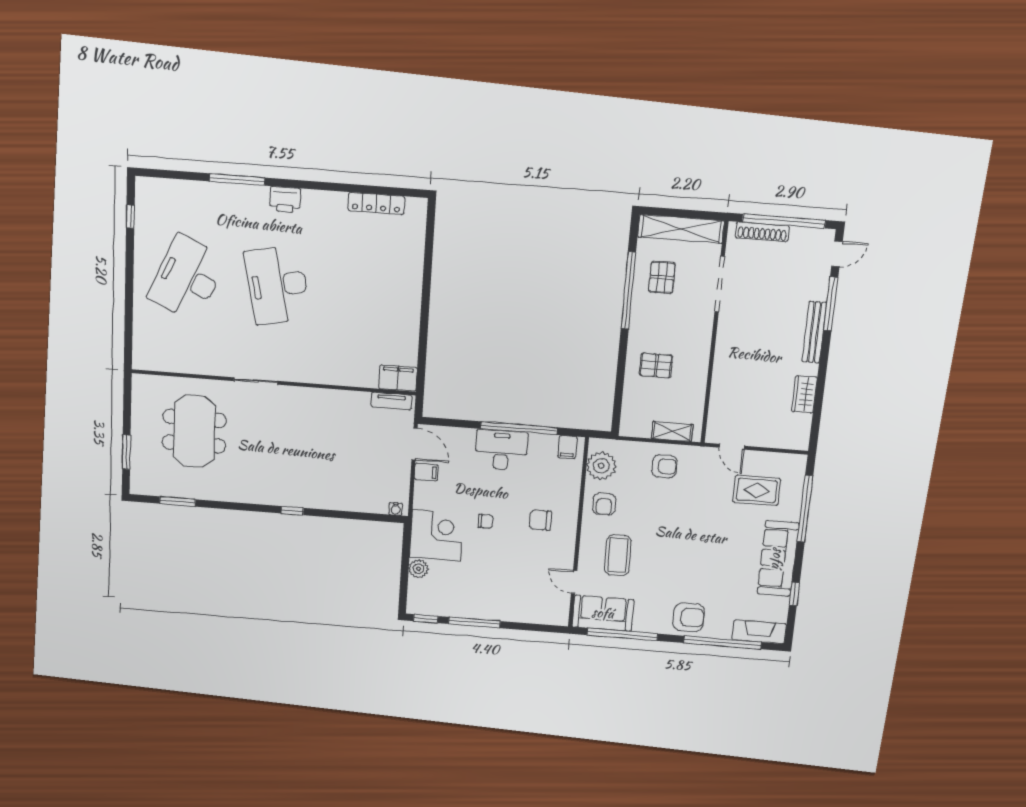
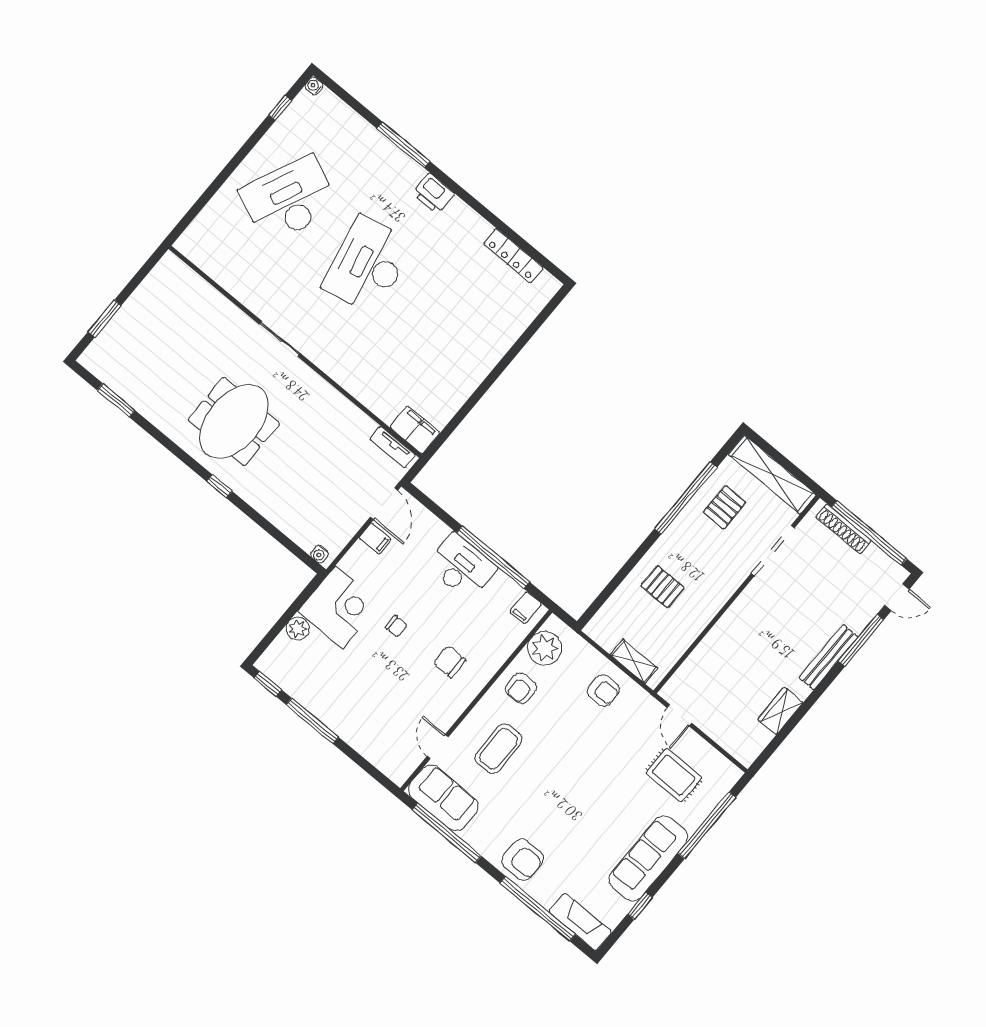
water cooler: (142, 183) -> (314, 86), added
meeting table: (194, 431) -> (234, 421), moved

